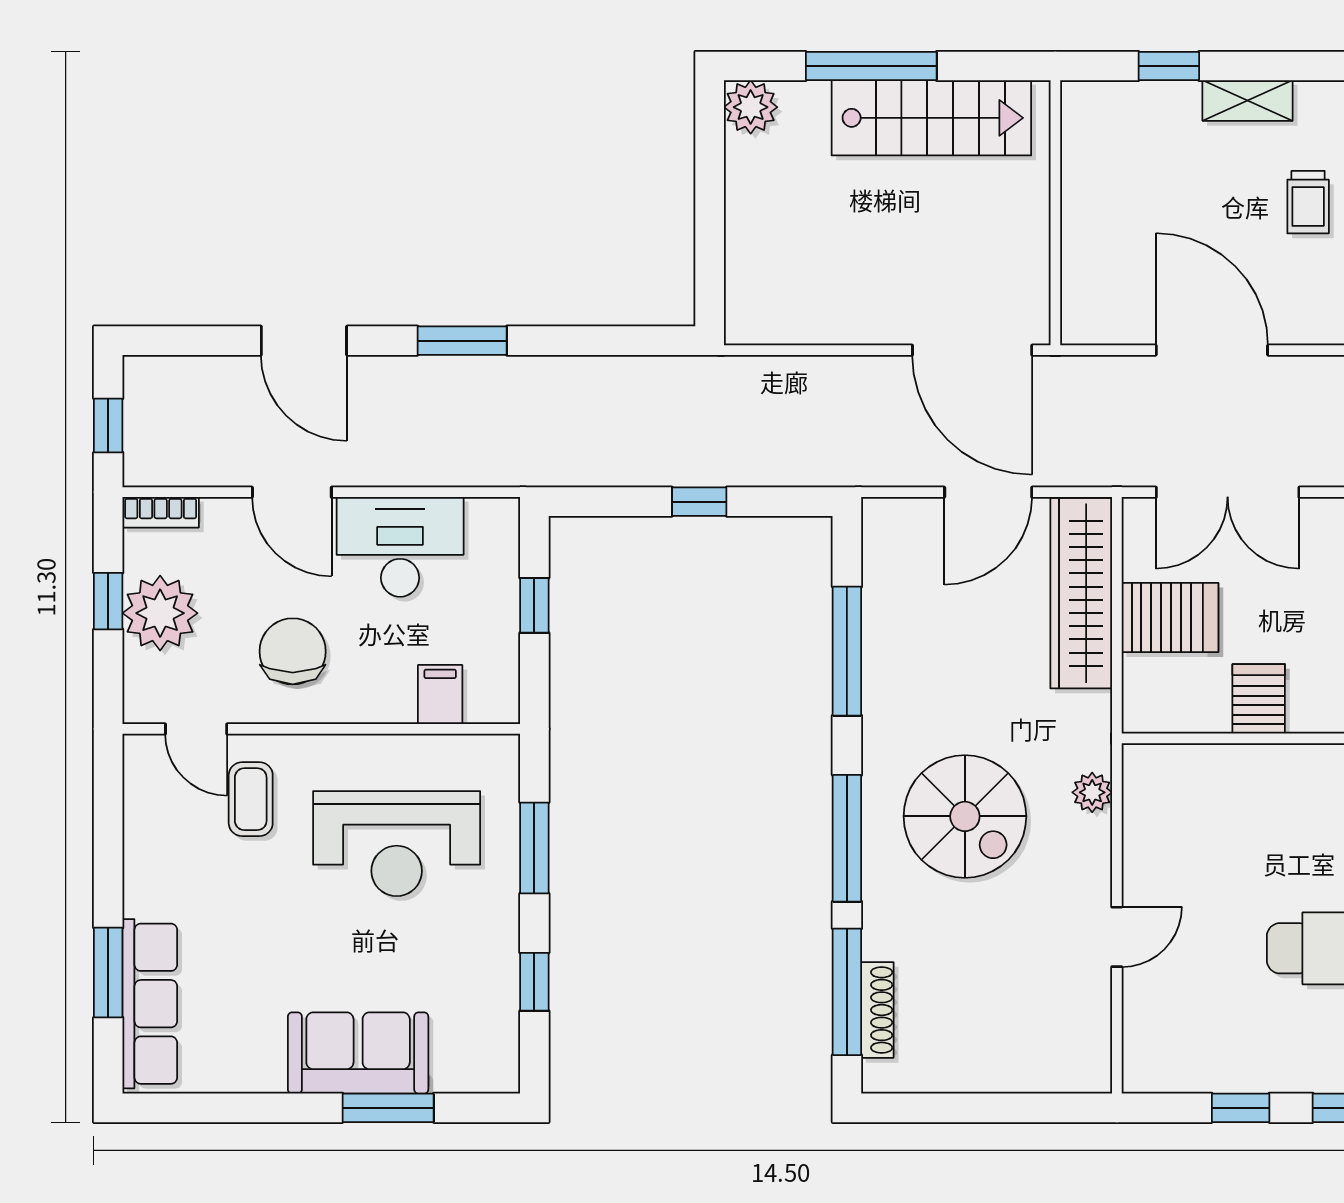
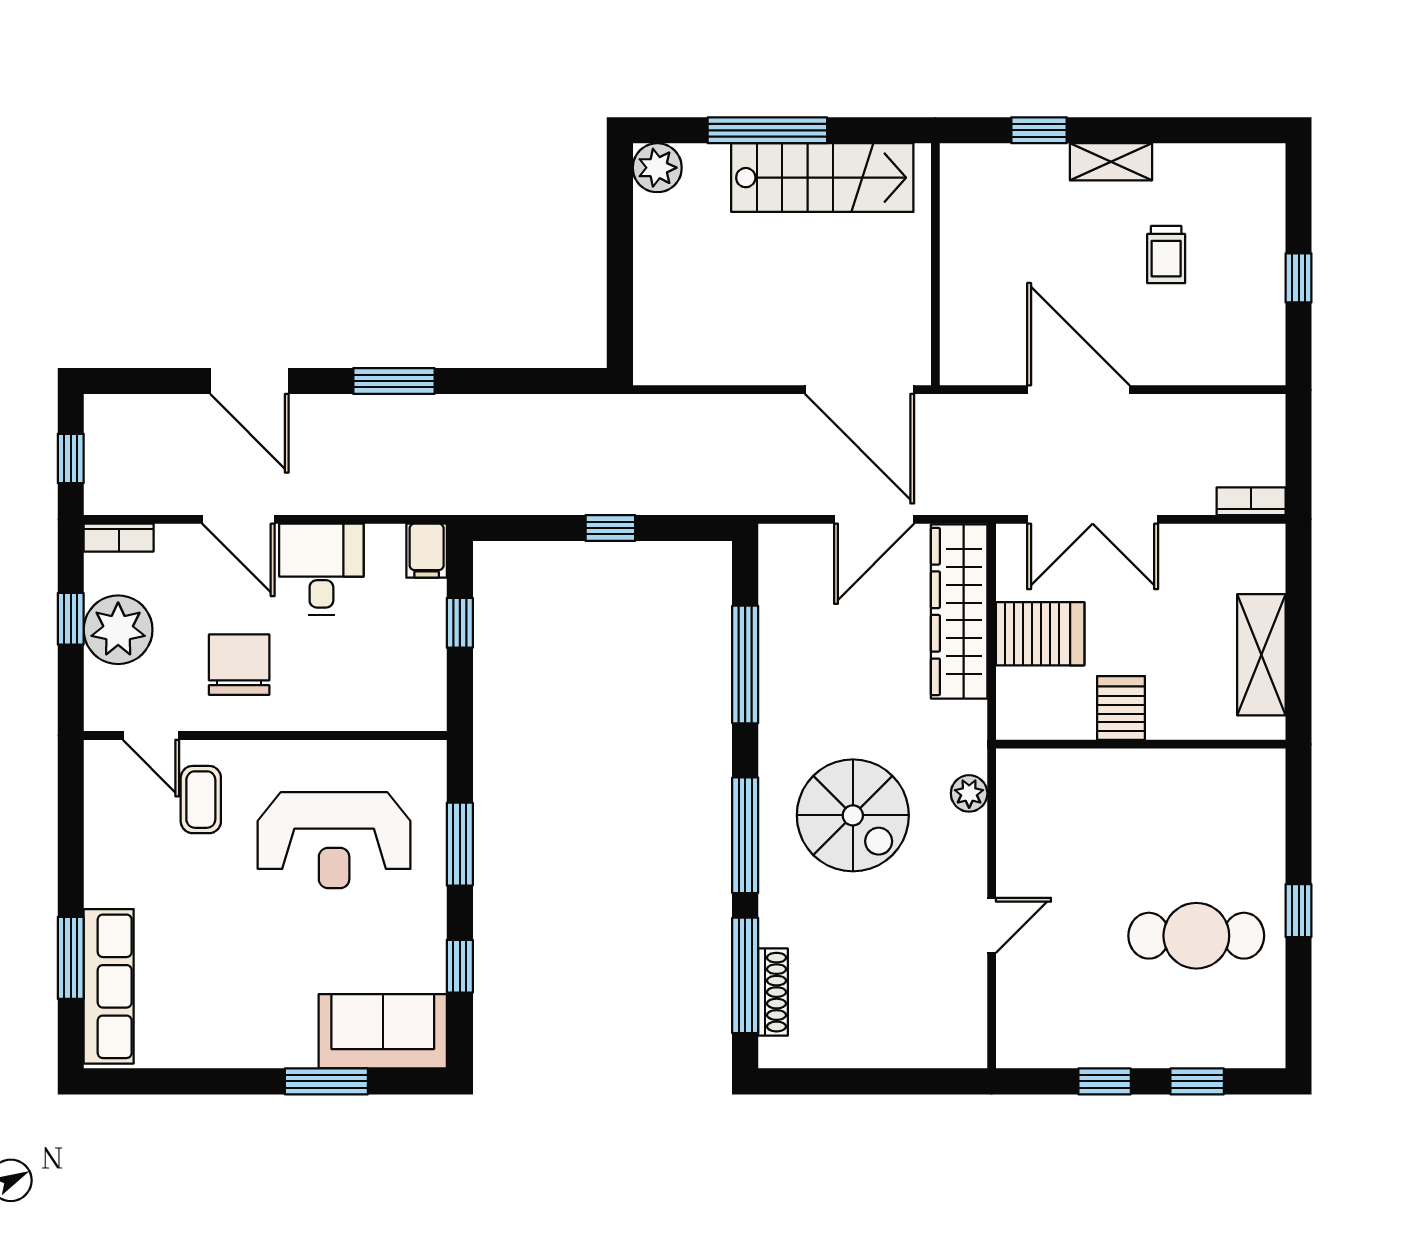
desk: (400, 547) -> (321, 569), width x0.73
filing cabinet: (440, 695) -> (427, 551), moved, turned 180
sofa: (358, 1053) -> (383, 1031), moved

